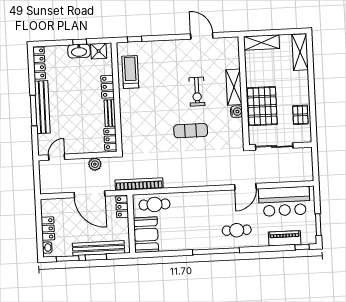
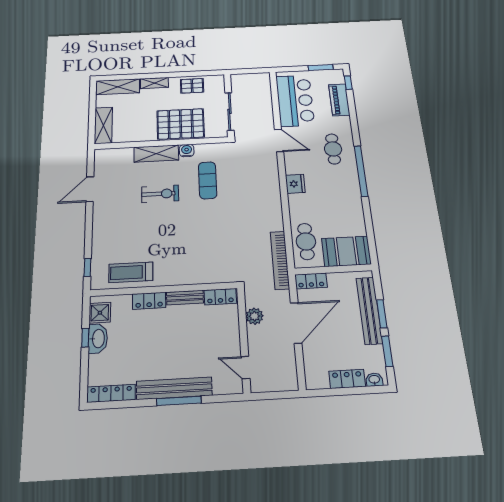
shelving: (304, 83) -> (154, 83), added
exercise mat: (191, 131) -> (208, 180), moved
fridge: (205, 198) -> (295, 184), added

